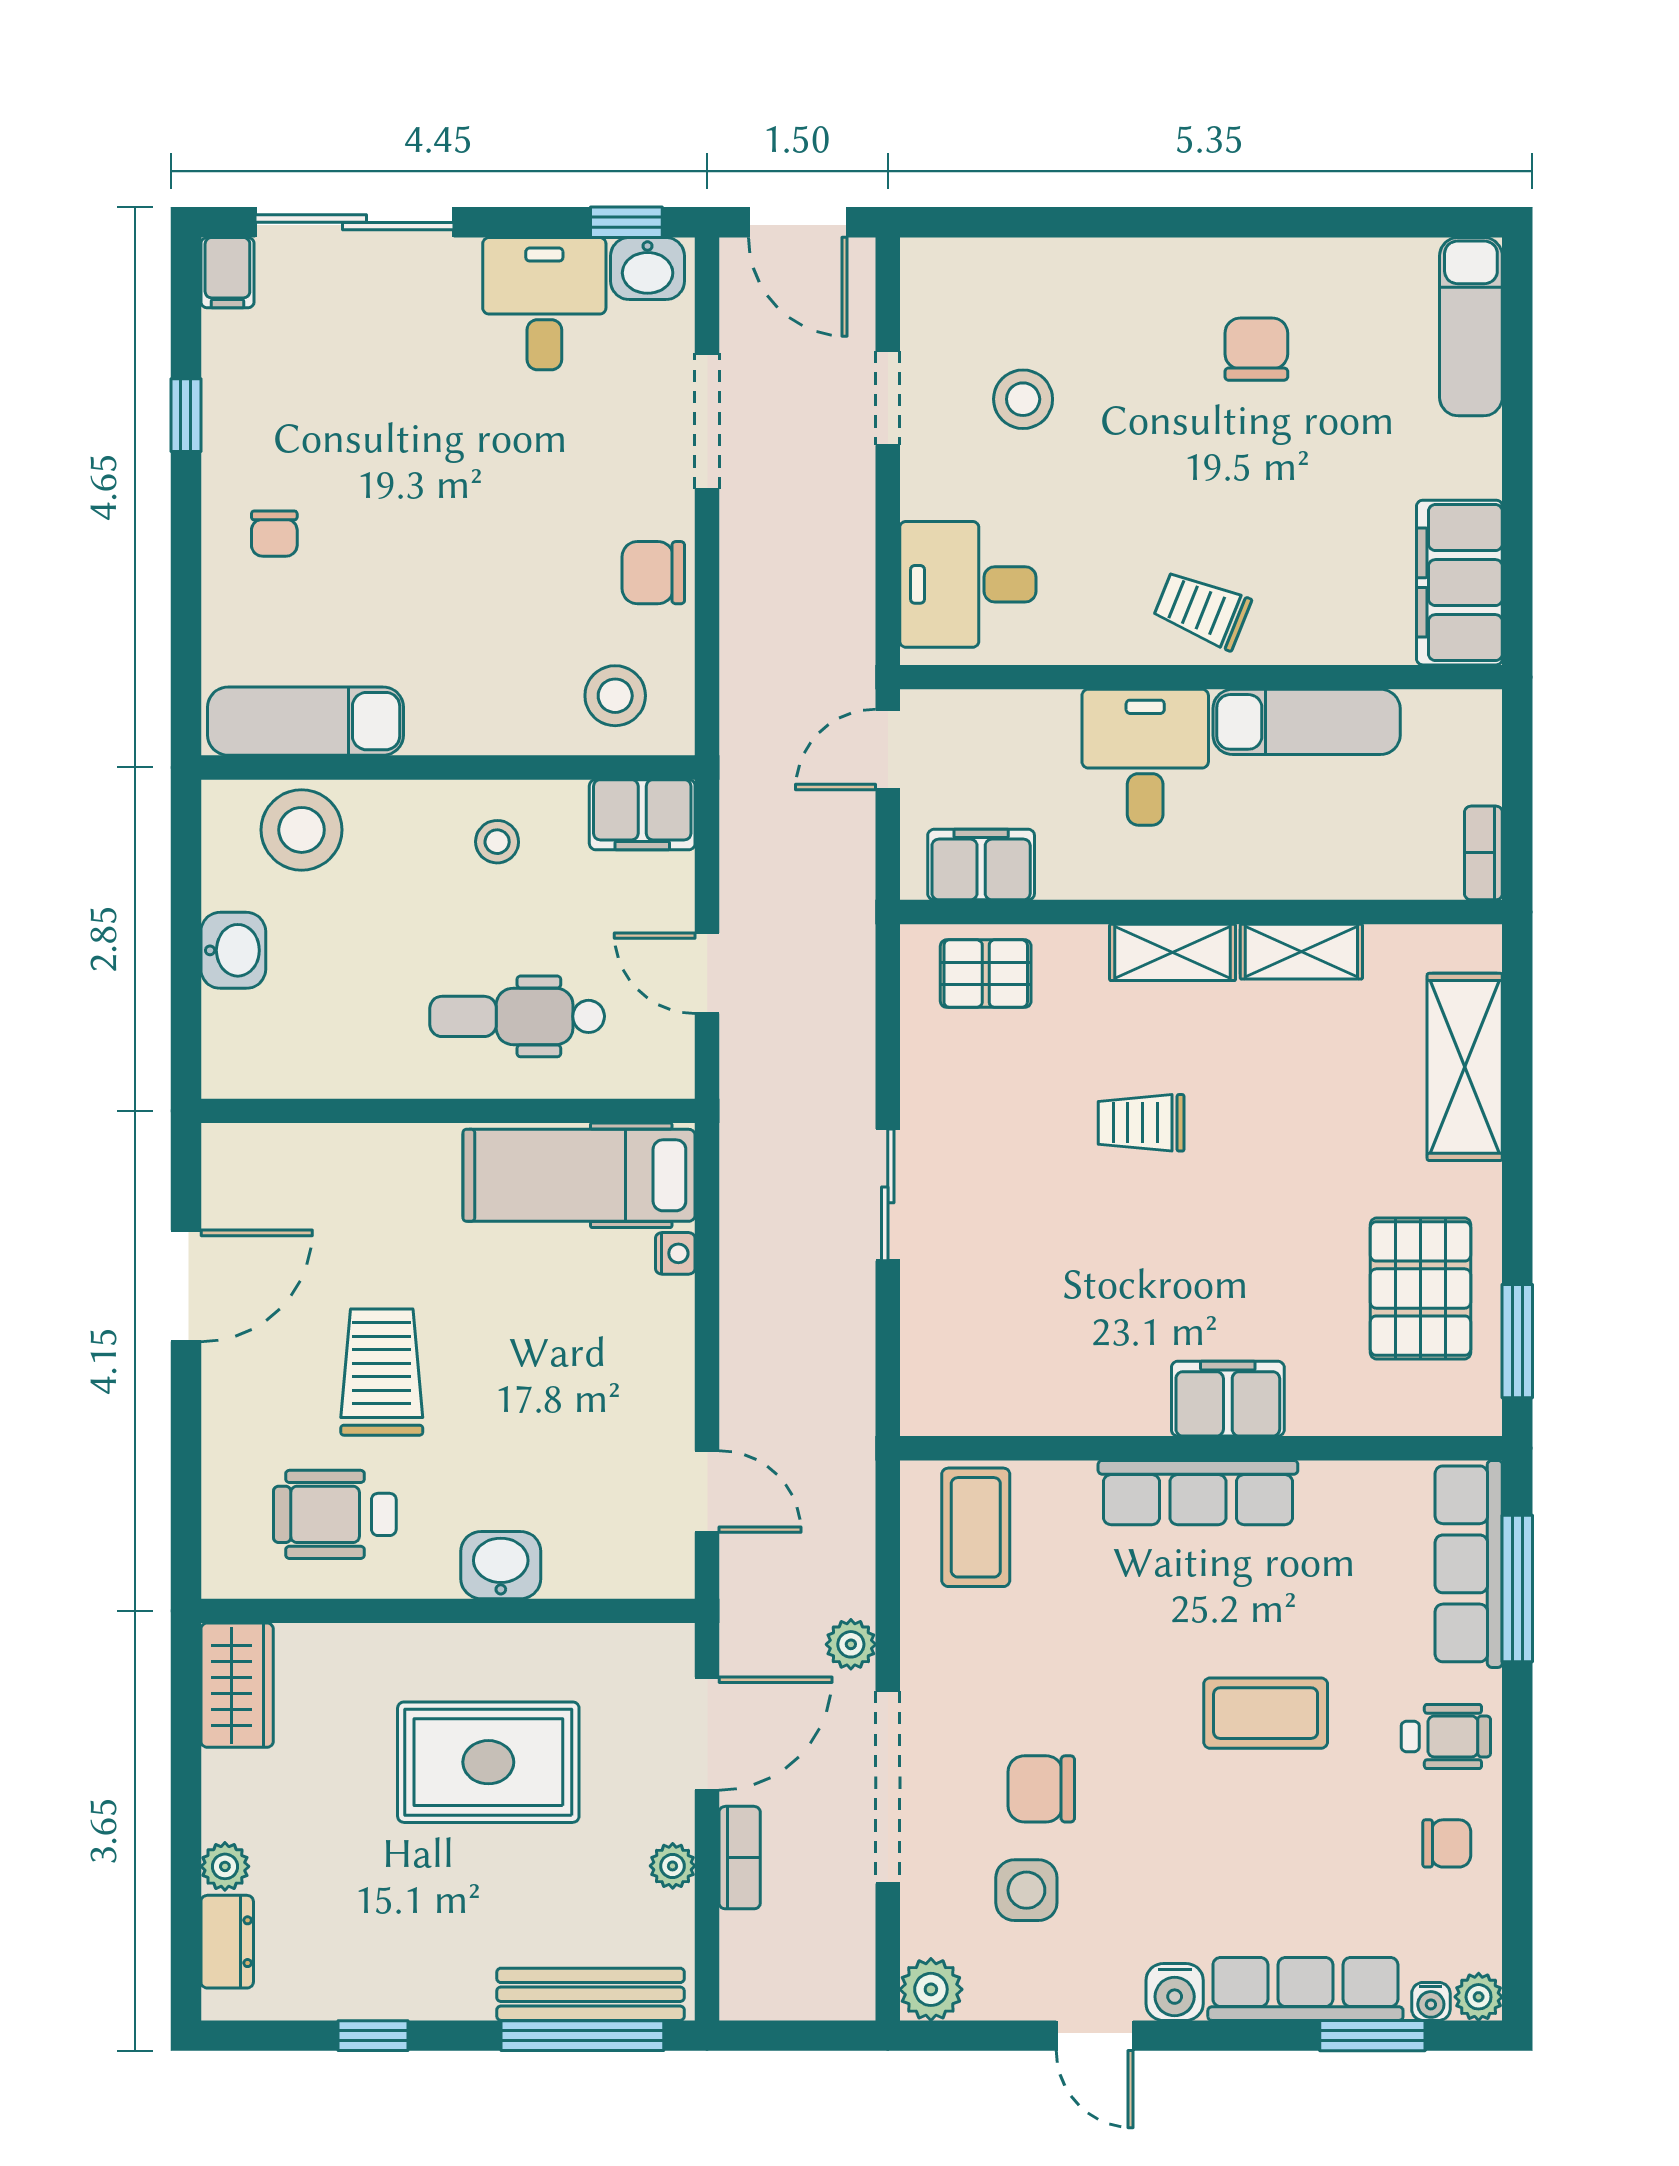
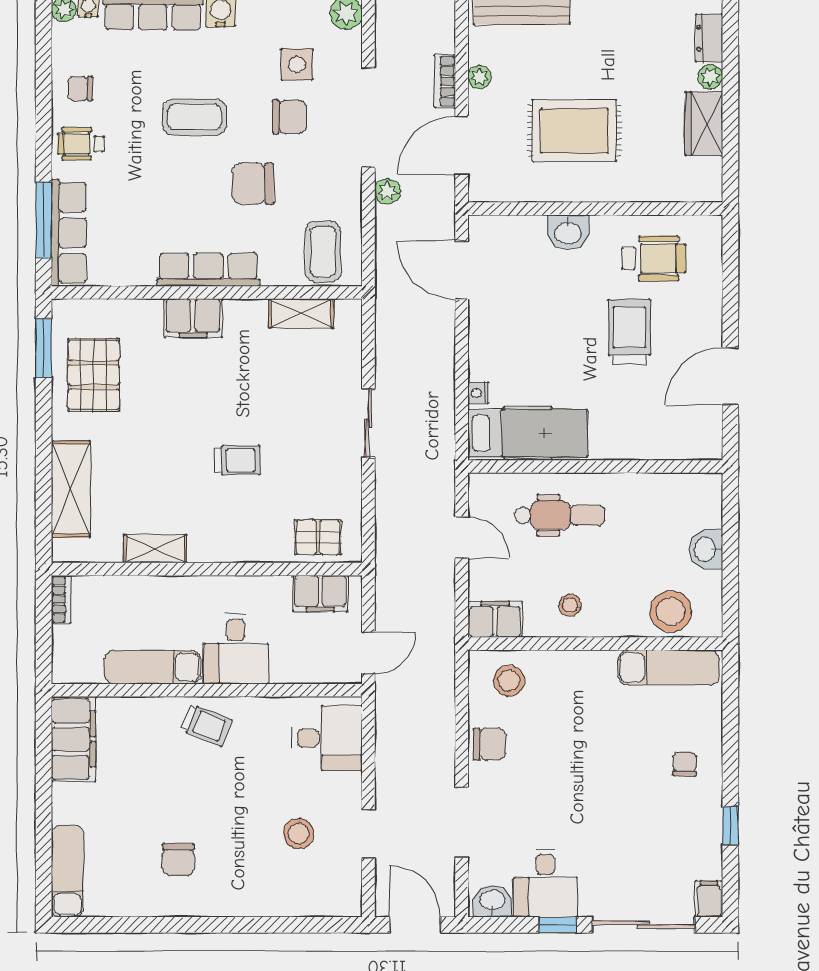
window: (626, 222) -> (557, 925), moved
shelving: (1173, 952) -> (301, 313), moved
trolley: (382, 1372) -> (629, 332), turned 180
door: (707, 1491) -> (462, 270), width x1.38
chair: (1112, 1659) -> (253, 184), added
wardrobe: (237, 1685) -> (704, 124), moved
coffee table: (1266, 1713) -> (195, 117), moved

